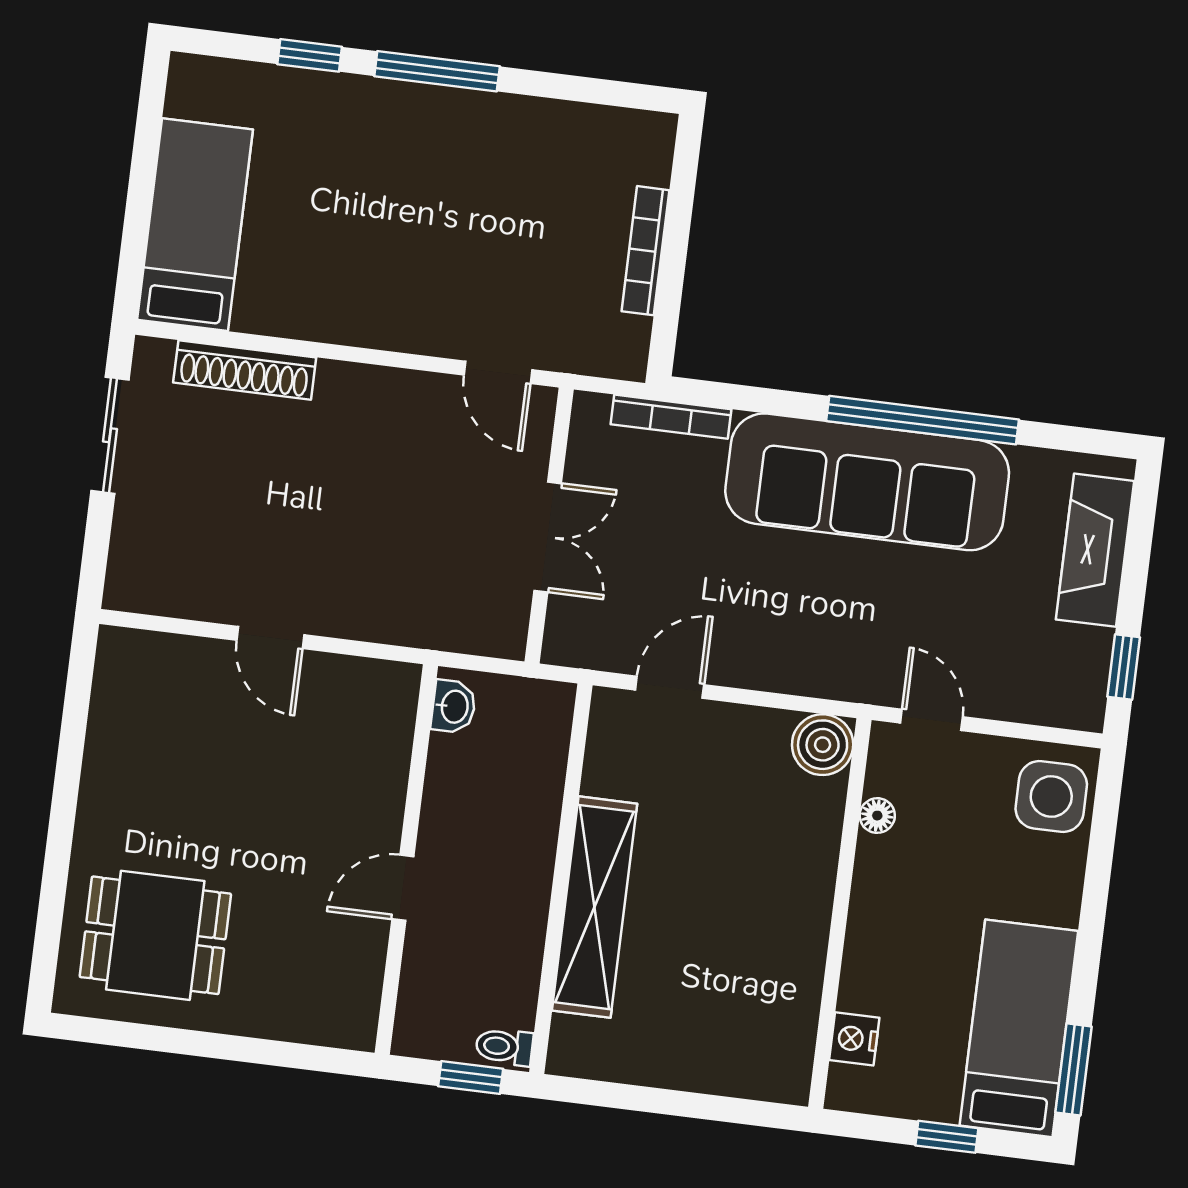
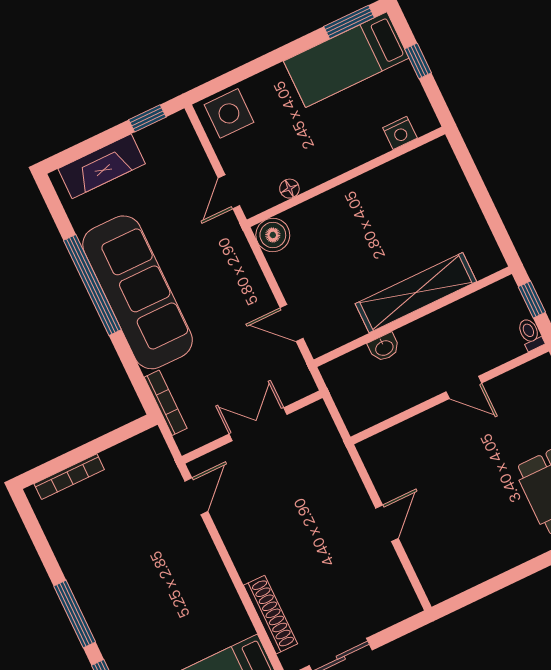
bookcase: (645, 251) -> (69, 477), moved
washbasin: (454, 707) -> (384, 347), moved, turned 180
toilet: (504, 1047) -> (530, 334), moved, turned 180

